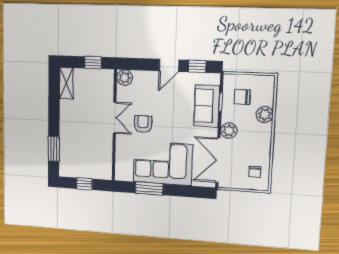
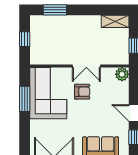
corner sofa: (163, 163) -> (48, 93), moved

